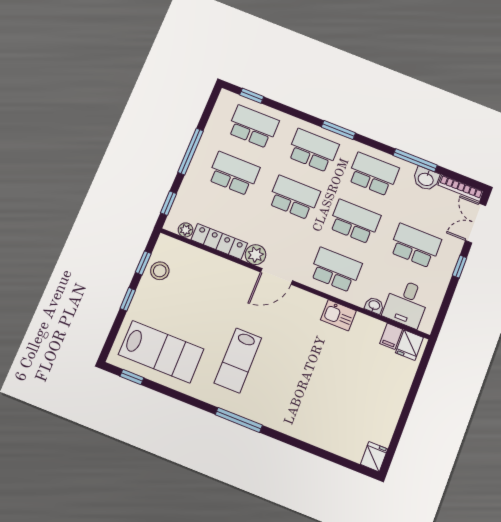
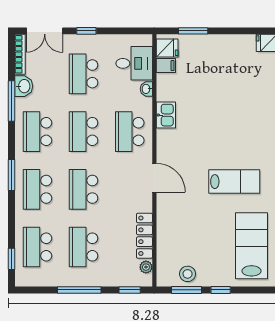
plant: (256, 255) -> (143, 202), removed
window: (143, 263) -> (187, 290), width x1.50
window: (417, 381) -> (193, 31), added

